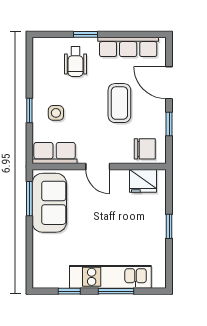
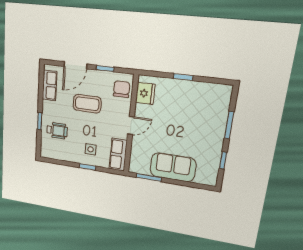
row of seats: (128, 47) -> (50, 85), width x0.68
sofa: (49, 203) -> (173, 167), moved
kitchen unit: (110, 277) -> (217, 128), removed

